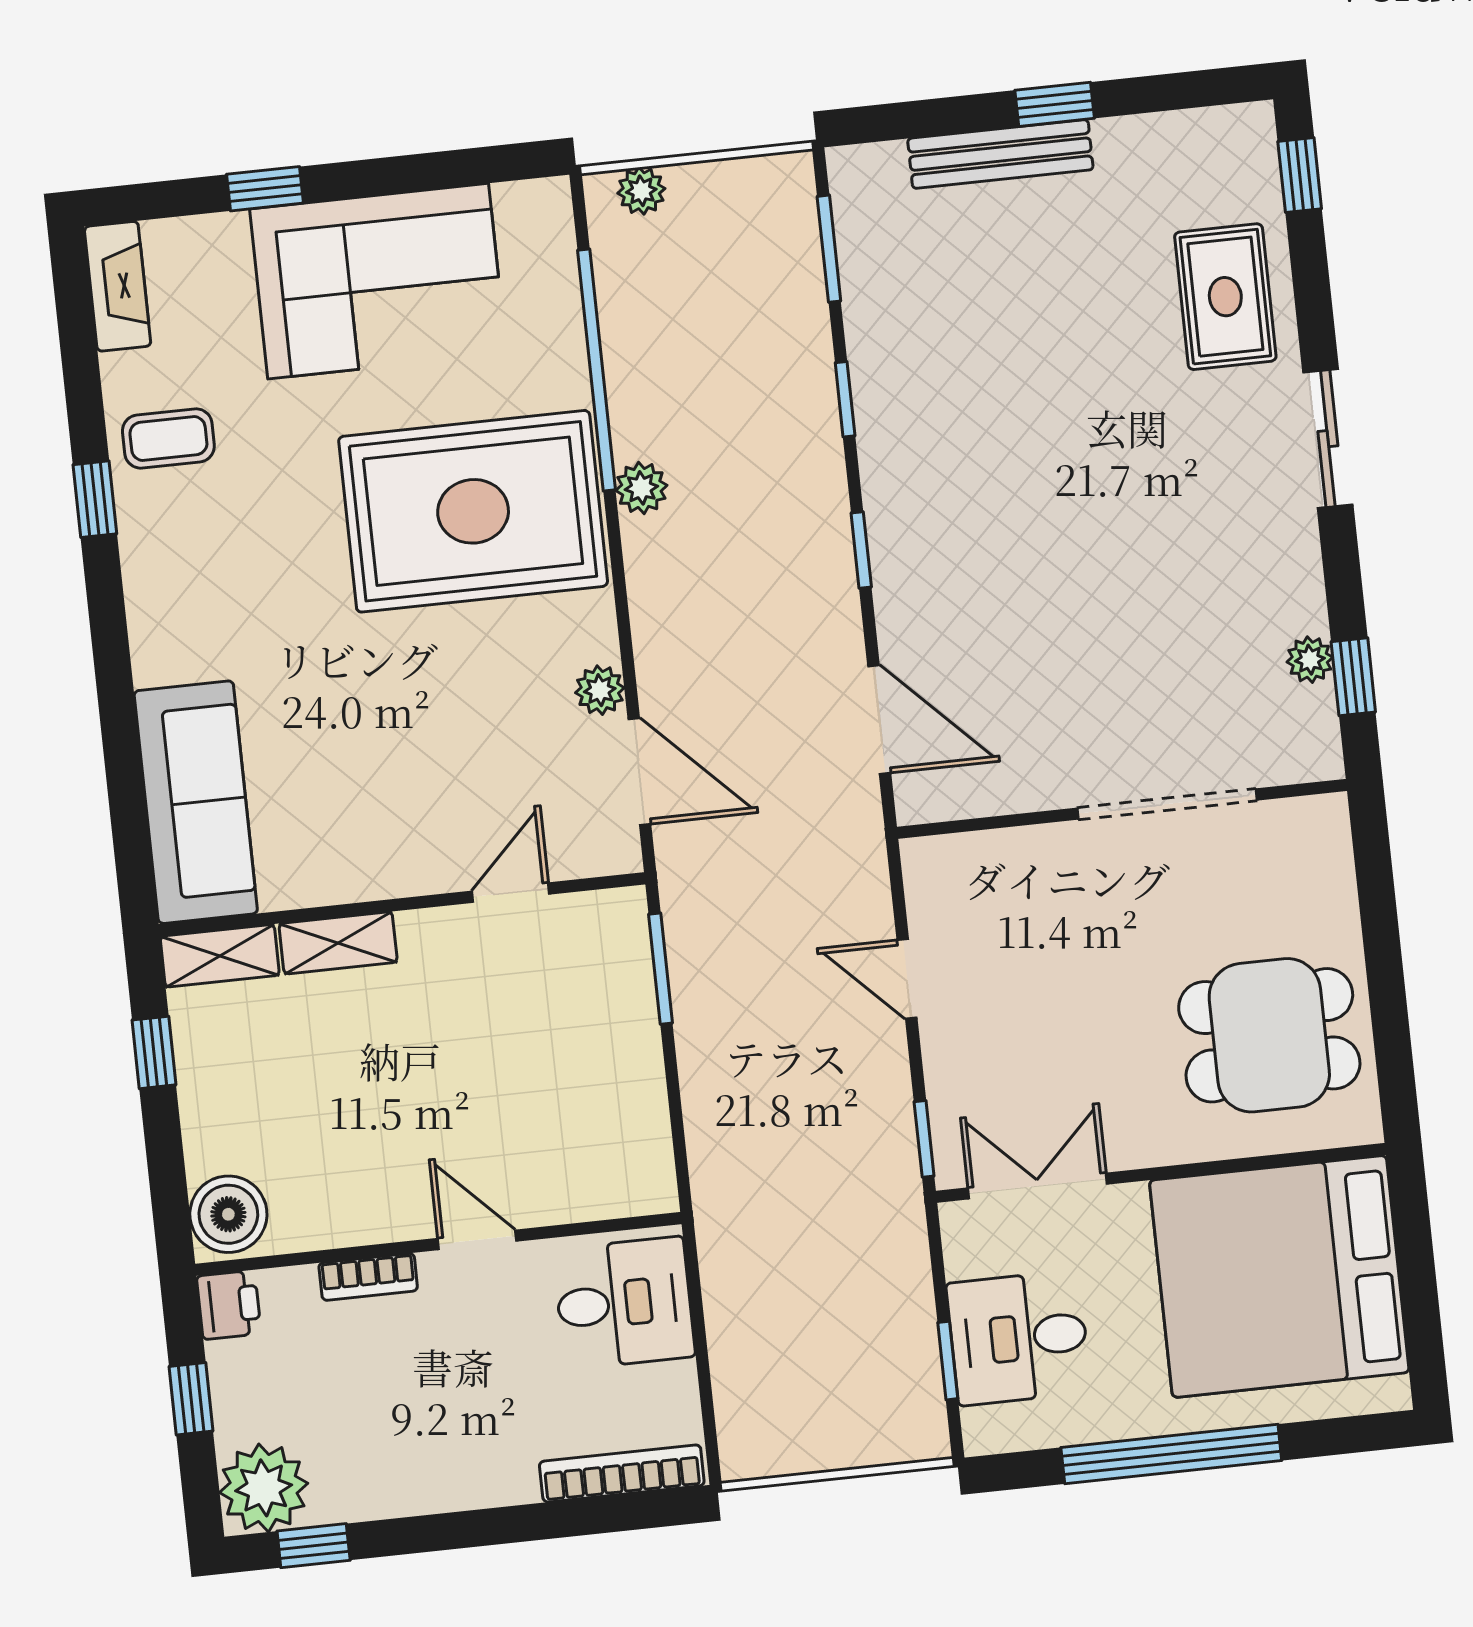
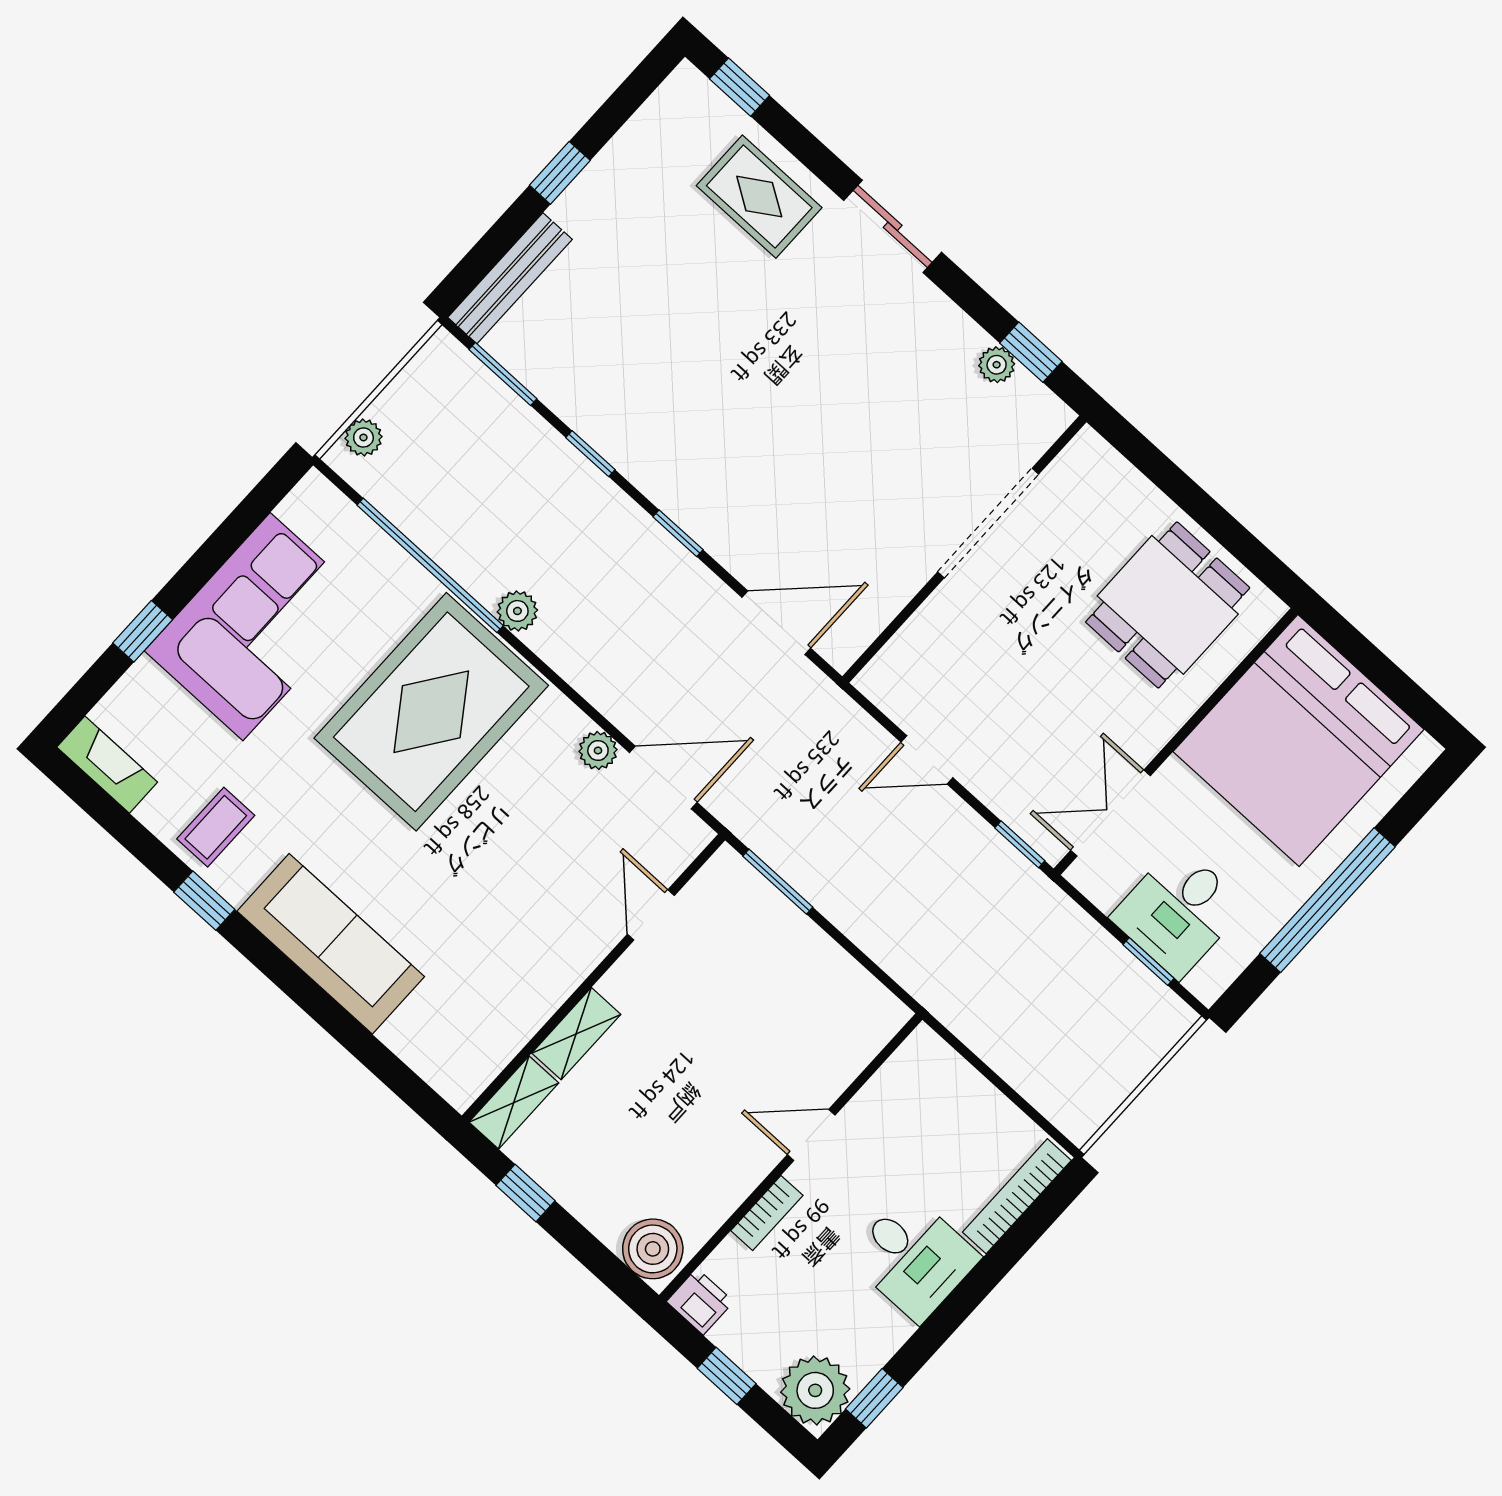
bench: (1000, 154) -> (510, 278), moved
sofa: (196, 802) -> (331, 944), moved
desk: (624, 1303) -> (914, 1257), moved, turned 90

